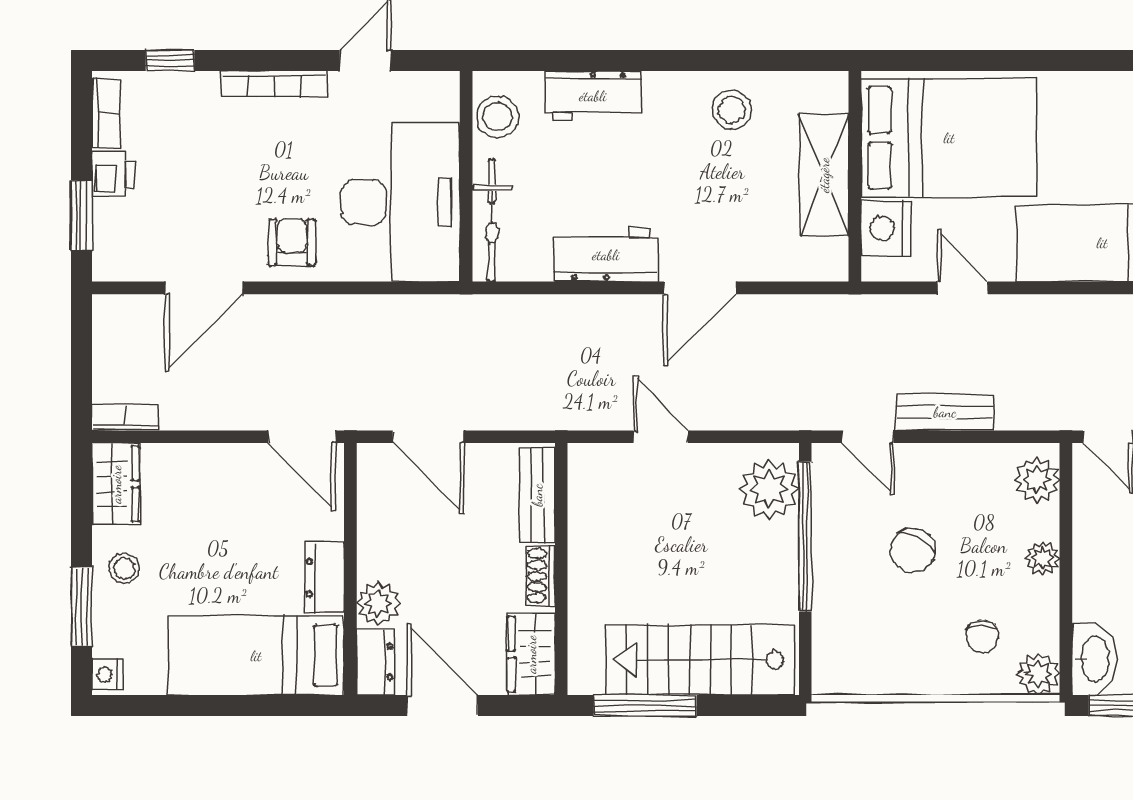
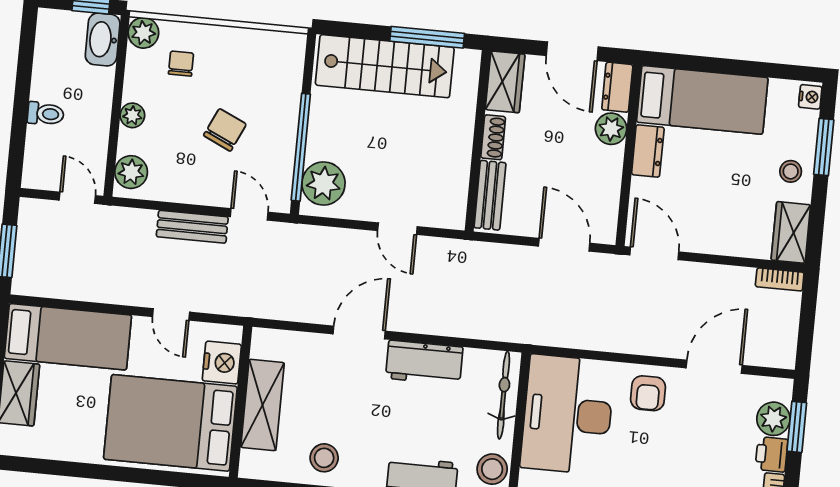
plant: (115, 224) -> (773, 419), added

